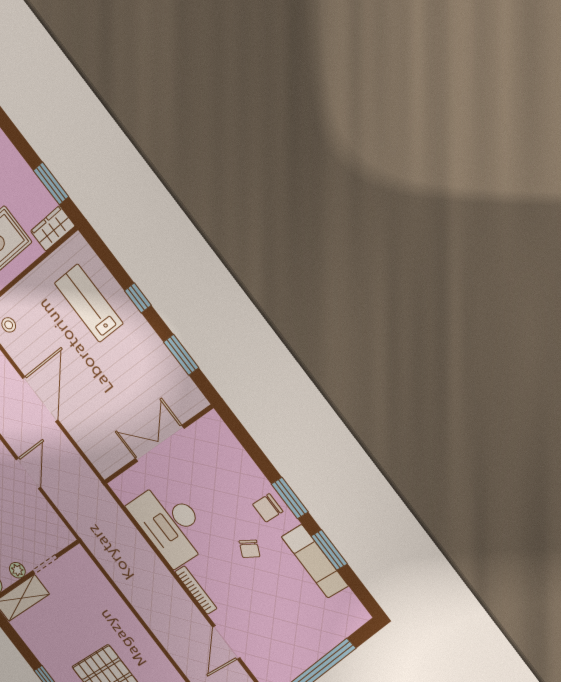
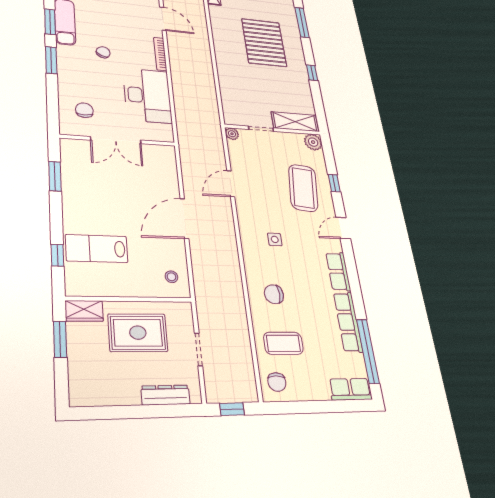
window: (138, 298) -> (57, 255), moved
lab bench: (89, 303) -> (97, 248), turned 90
chair: (268, 508) -> (84, 110), moved, turned -90
plant: (17, 570) -> (232, 134), moved
door: (226, 642) -> (163, 19), hinge flipped

